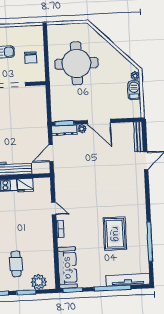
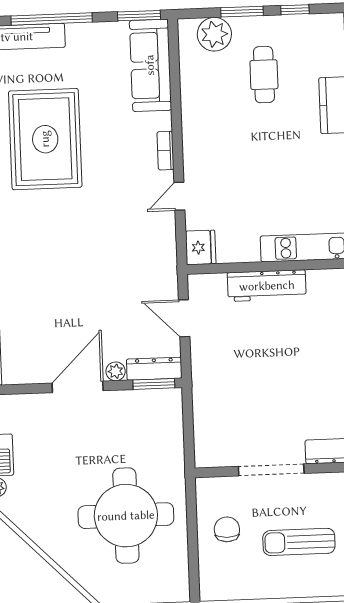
door: (99, 122) -> (78, 387), hinge flipped
door: (51, 153) -> (184, 318), swing flipped
fridge: (25, 185) -> (201, 247), moved, turned 90
door: (54, 208) -> (179, 196), hinge flipped
rug: (115, 234) -> (45, 139), width x1.37, depth x1.44

